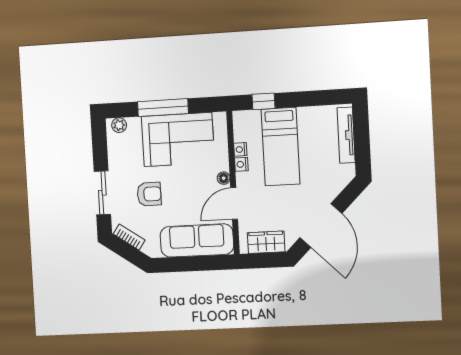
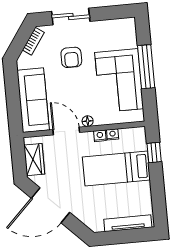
plant: (119, 125) -> (130, 29), removed

